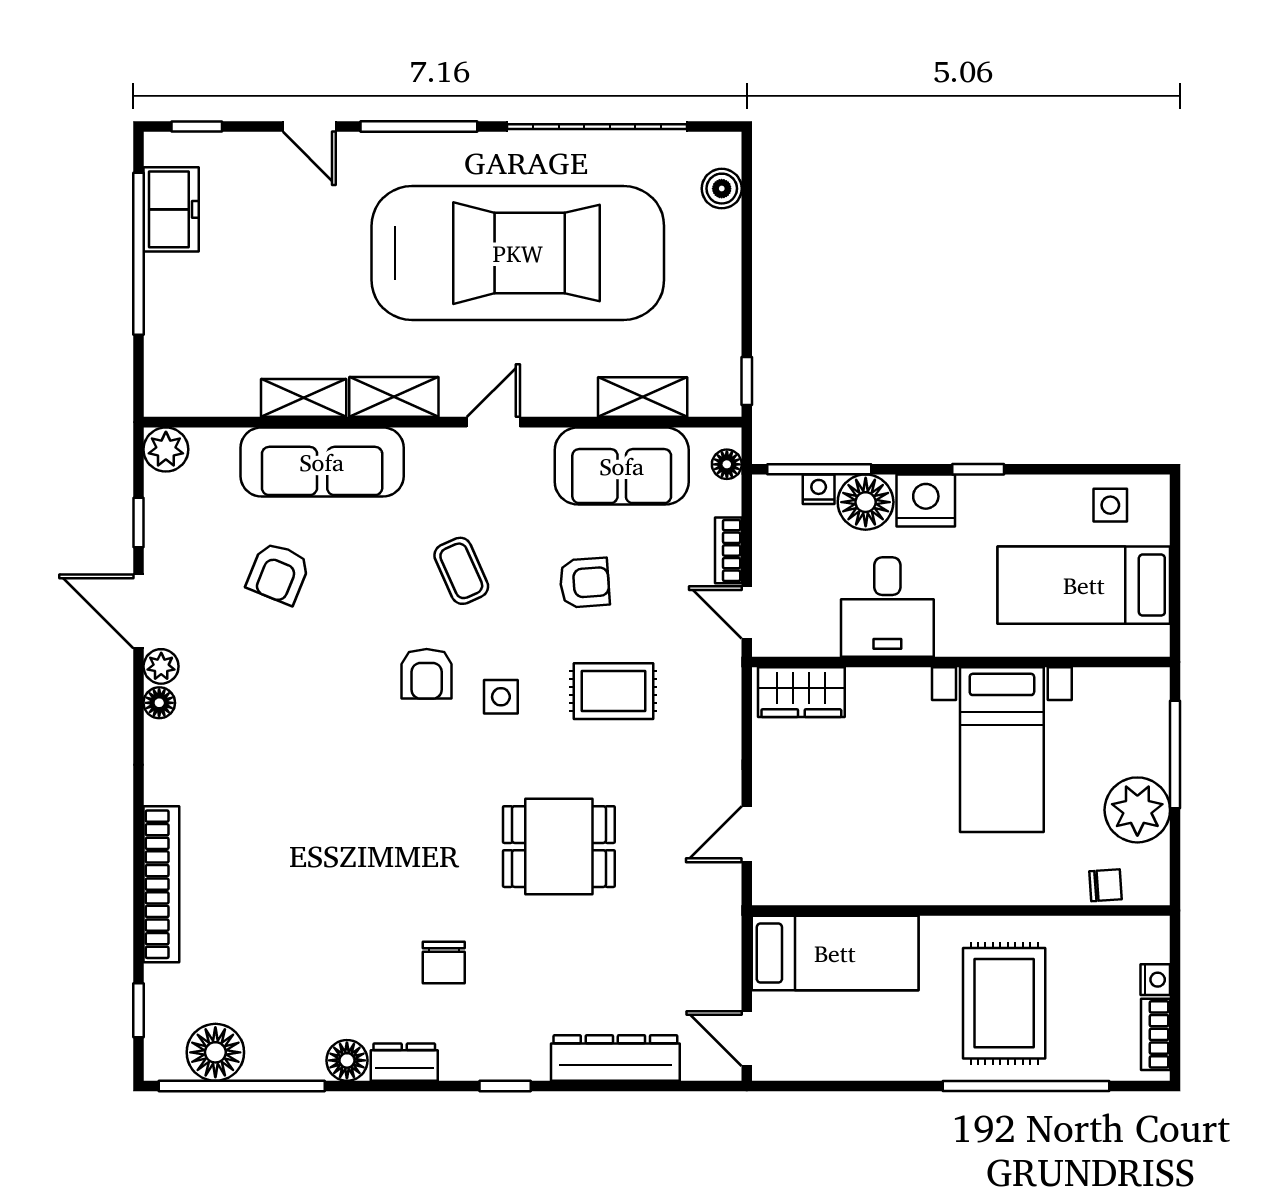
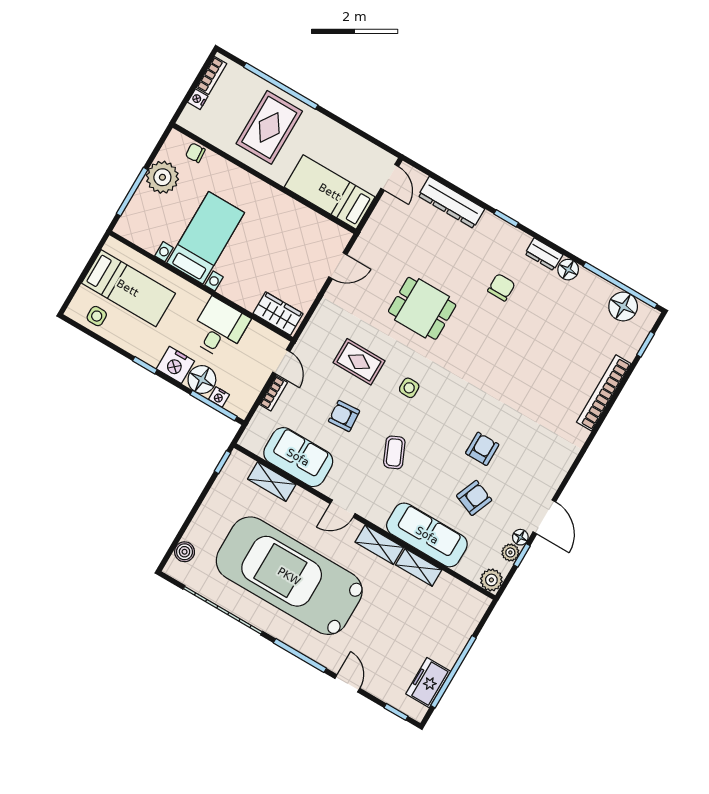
floor lamp: (727, 464) -> (252, 431), removed
plant: (161, 666) -> (510, 552), moved
armchair: (427, 674) -> (482, 449), moved
floor lamp: (159, 703) -> (520, 537), moved

